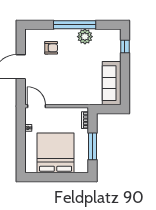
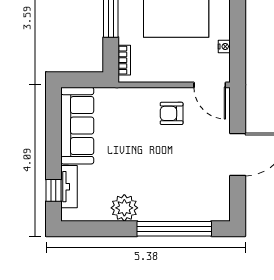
window: (75, 25) -> (174, 229), moved
armchair: (51, 48) -> (172, 113), moved
tv unit: (116, 49) -> (69, 187), added

